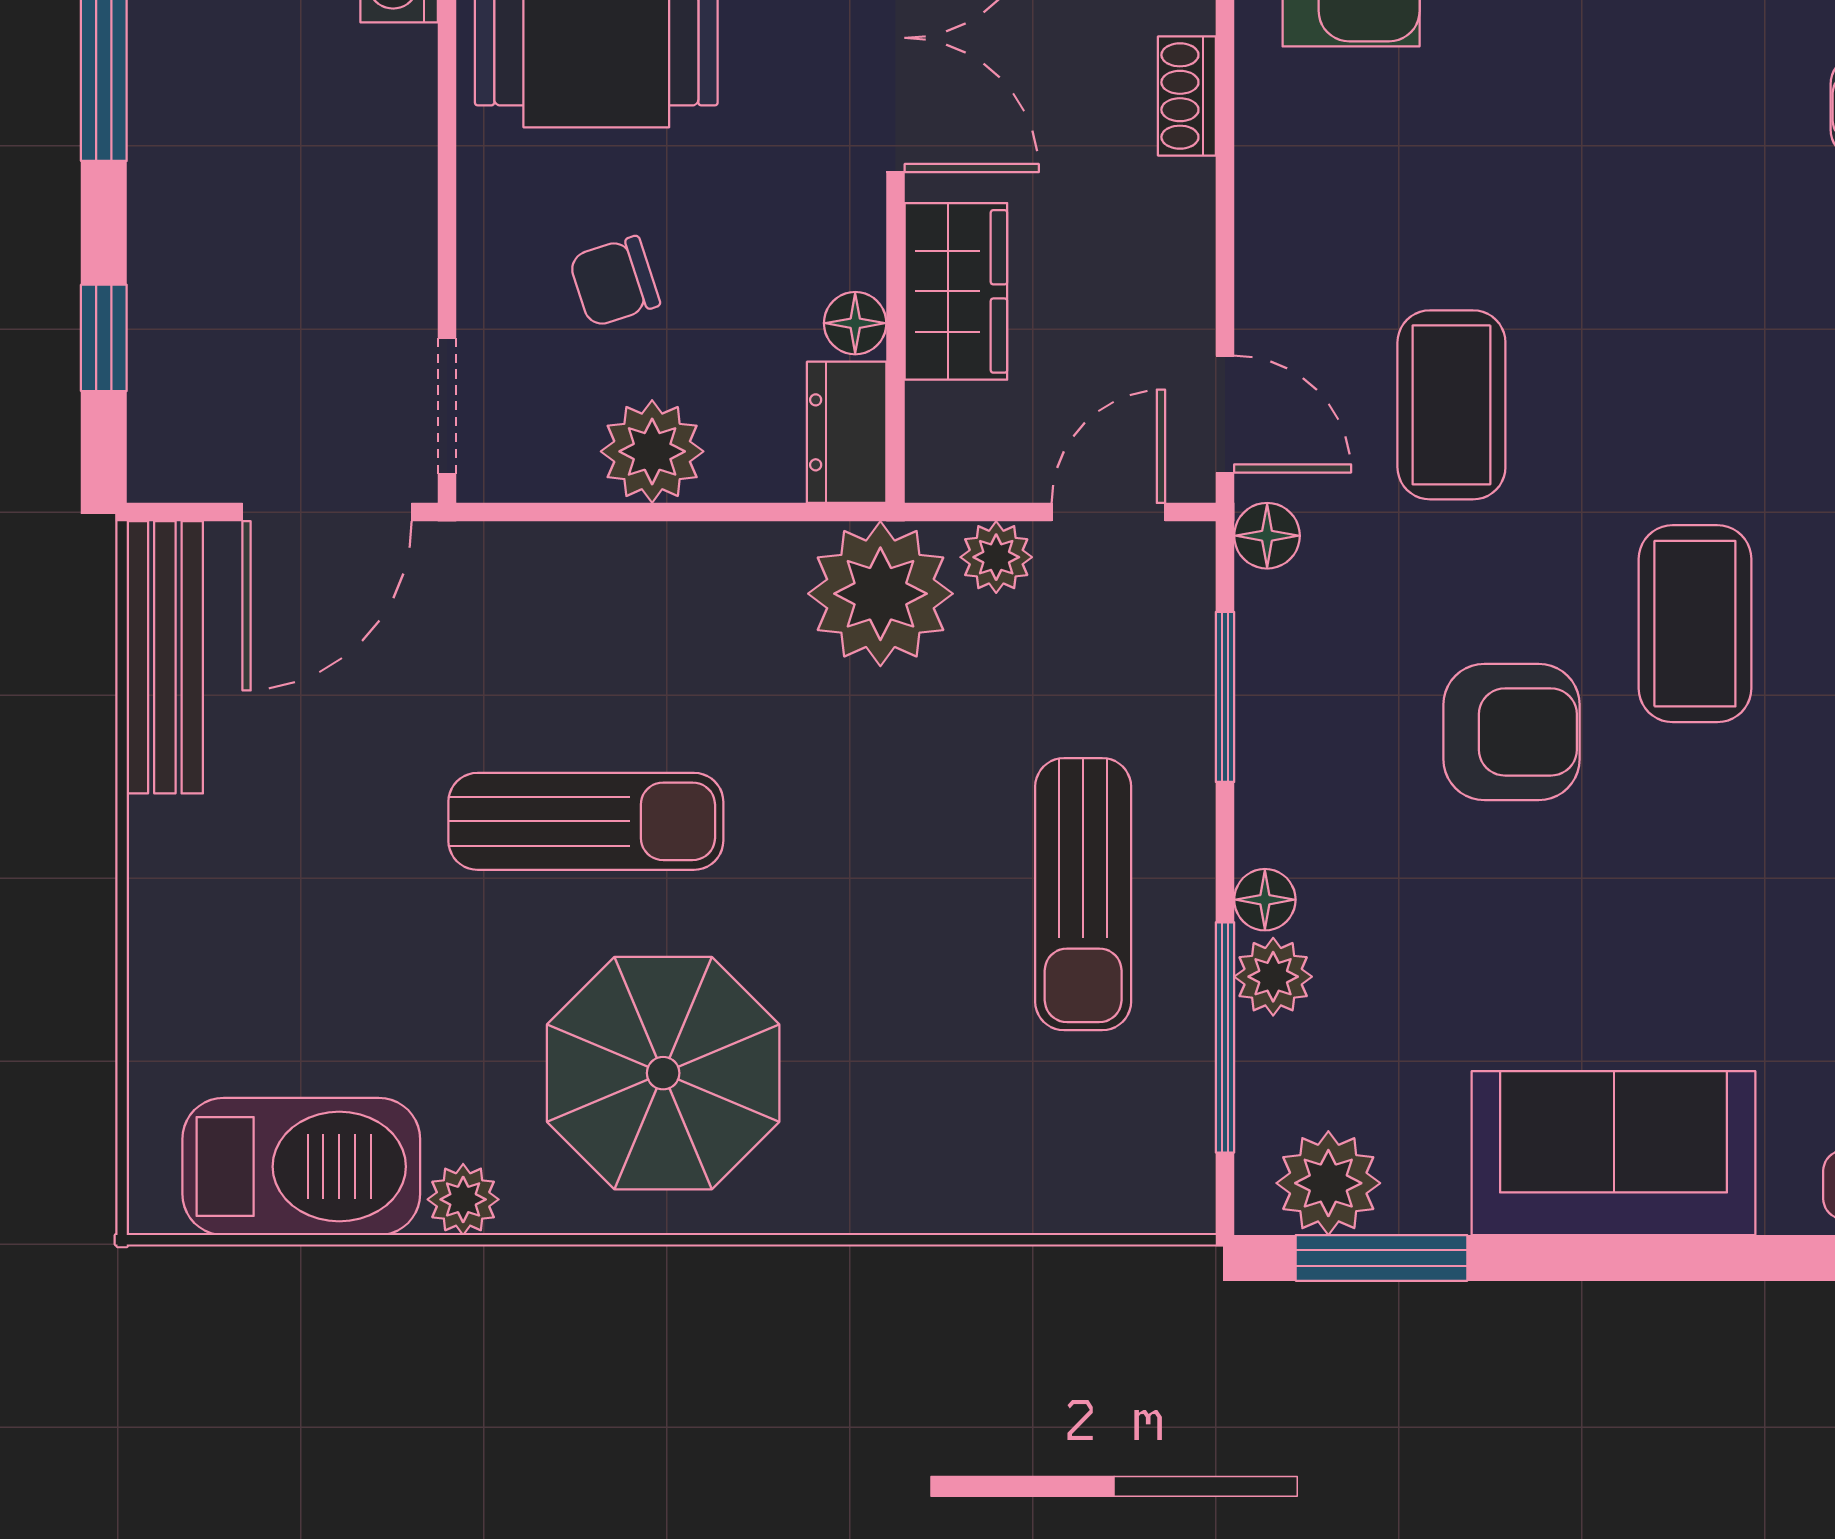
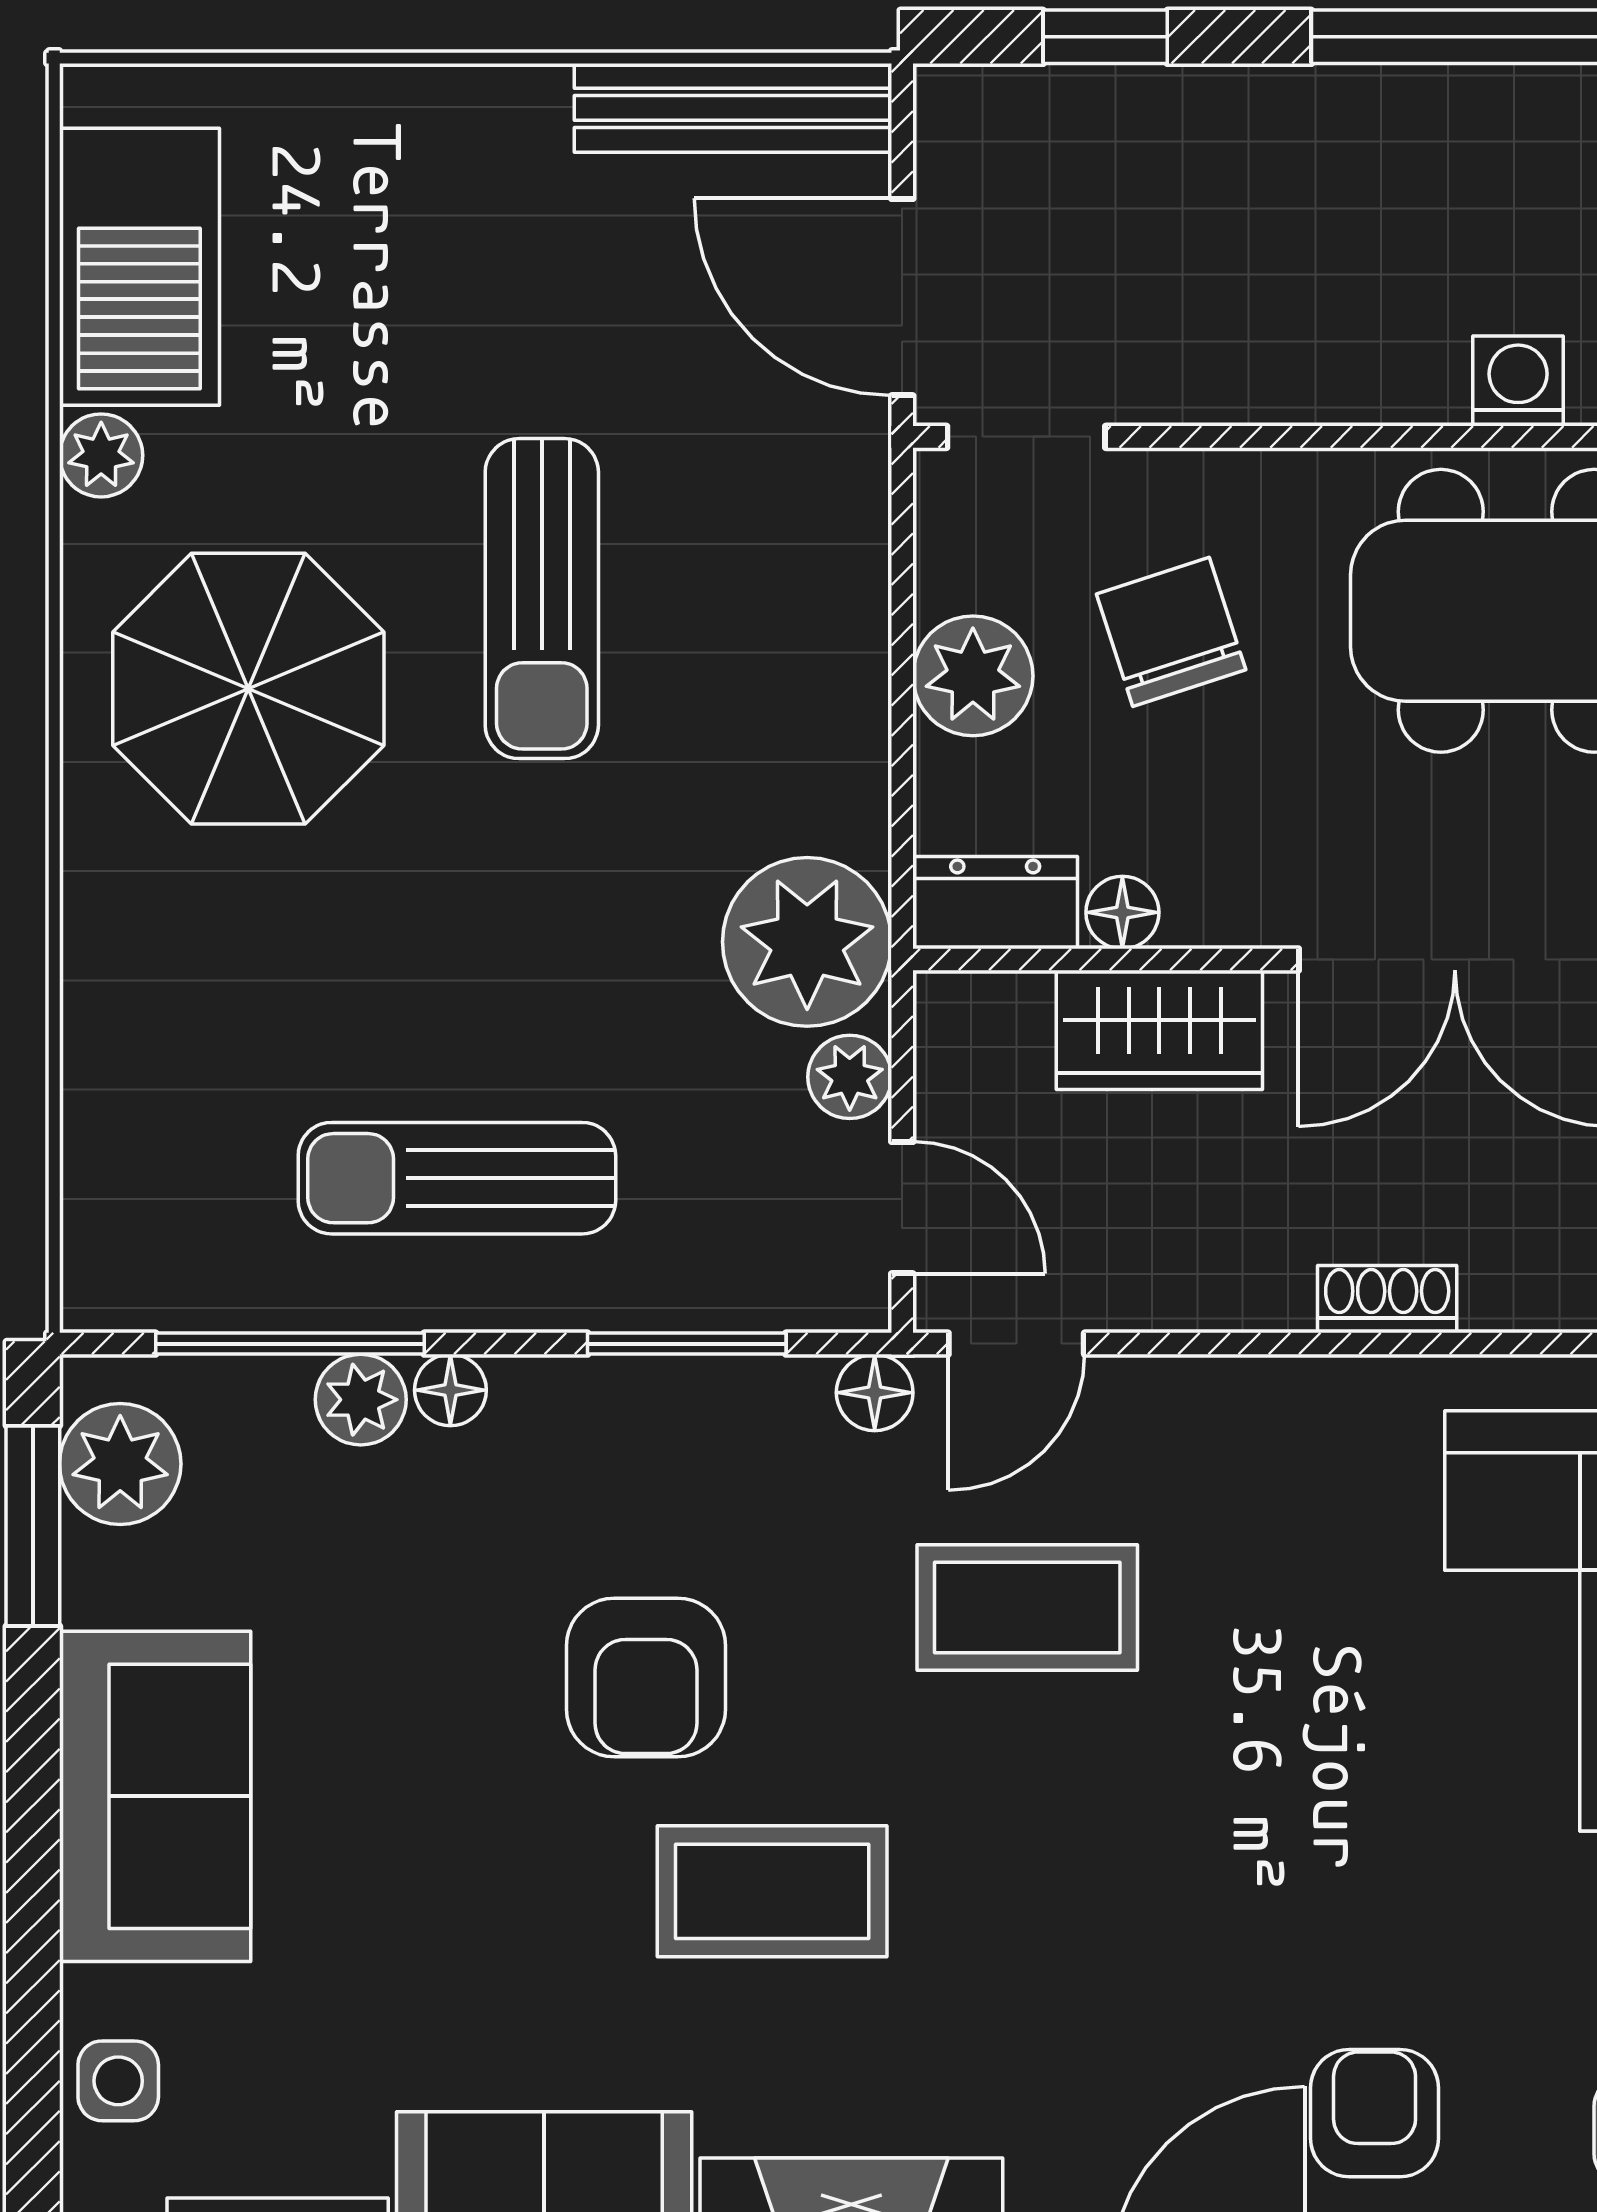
chair: (614, 281) -> (1171, 632), width x1.37, depth x1.37

